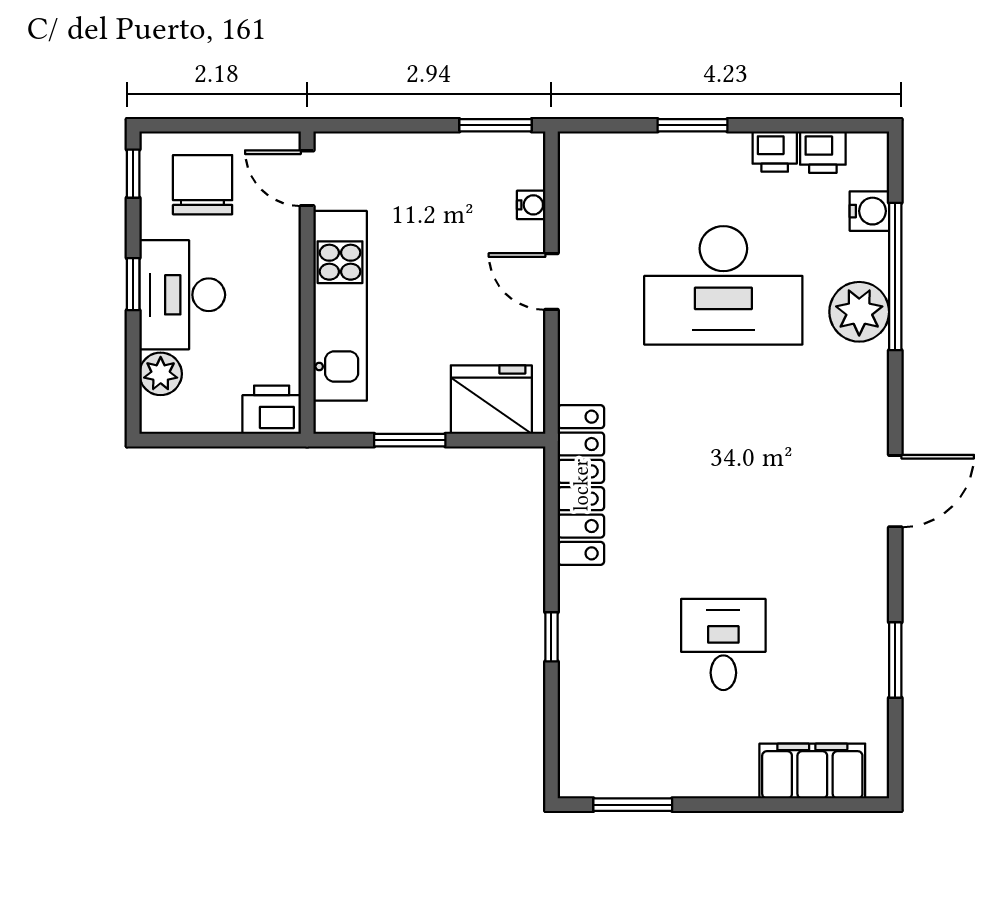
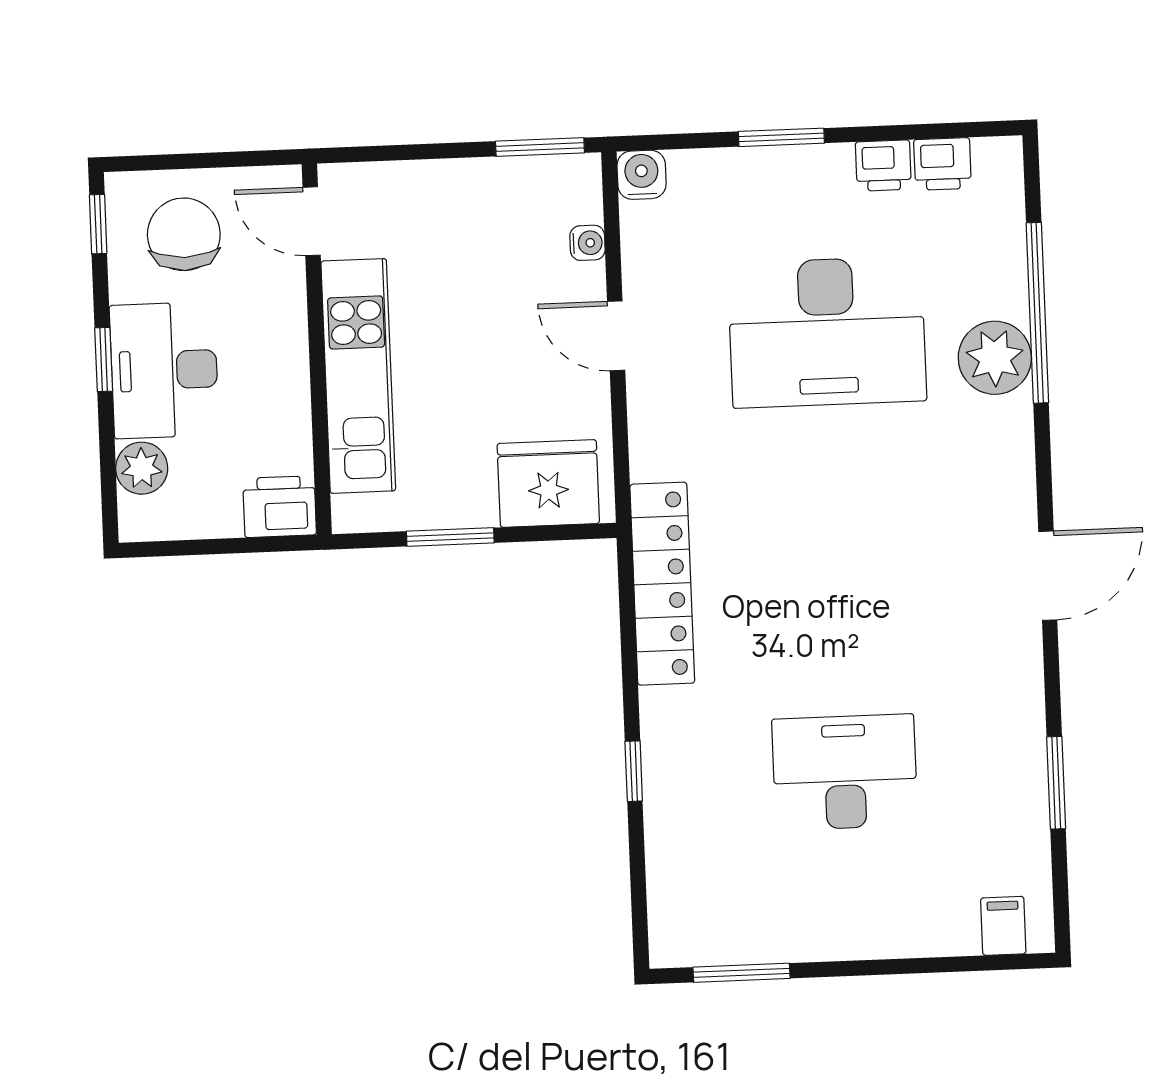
water cooler: (869, 211) -> (642, 175), moved, turned -90
desk: (723, 644) -> (845, 772), width x1.37
filing cabinet: (812, 771) -> (1003, 926), width x0.33, depth x0.86

